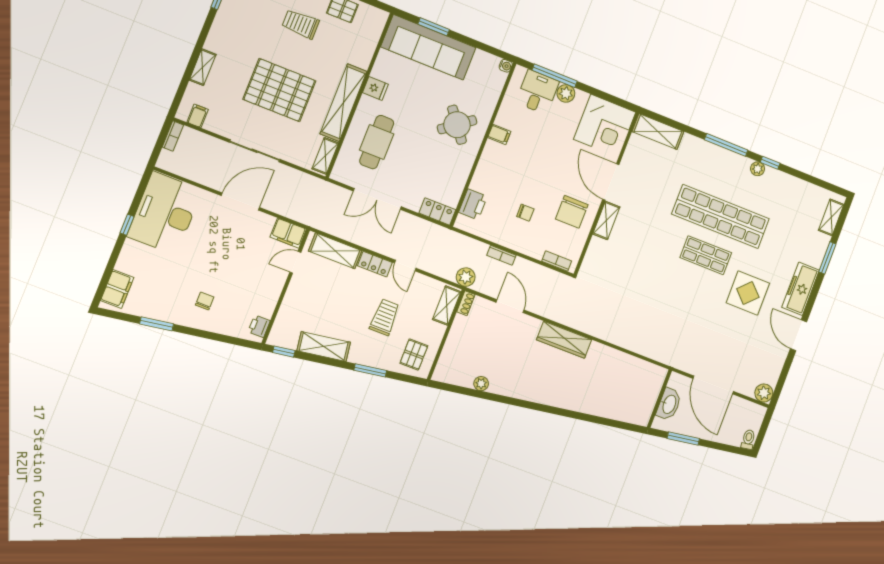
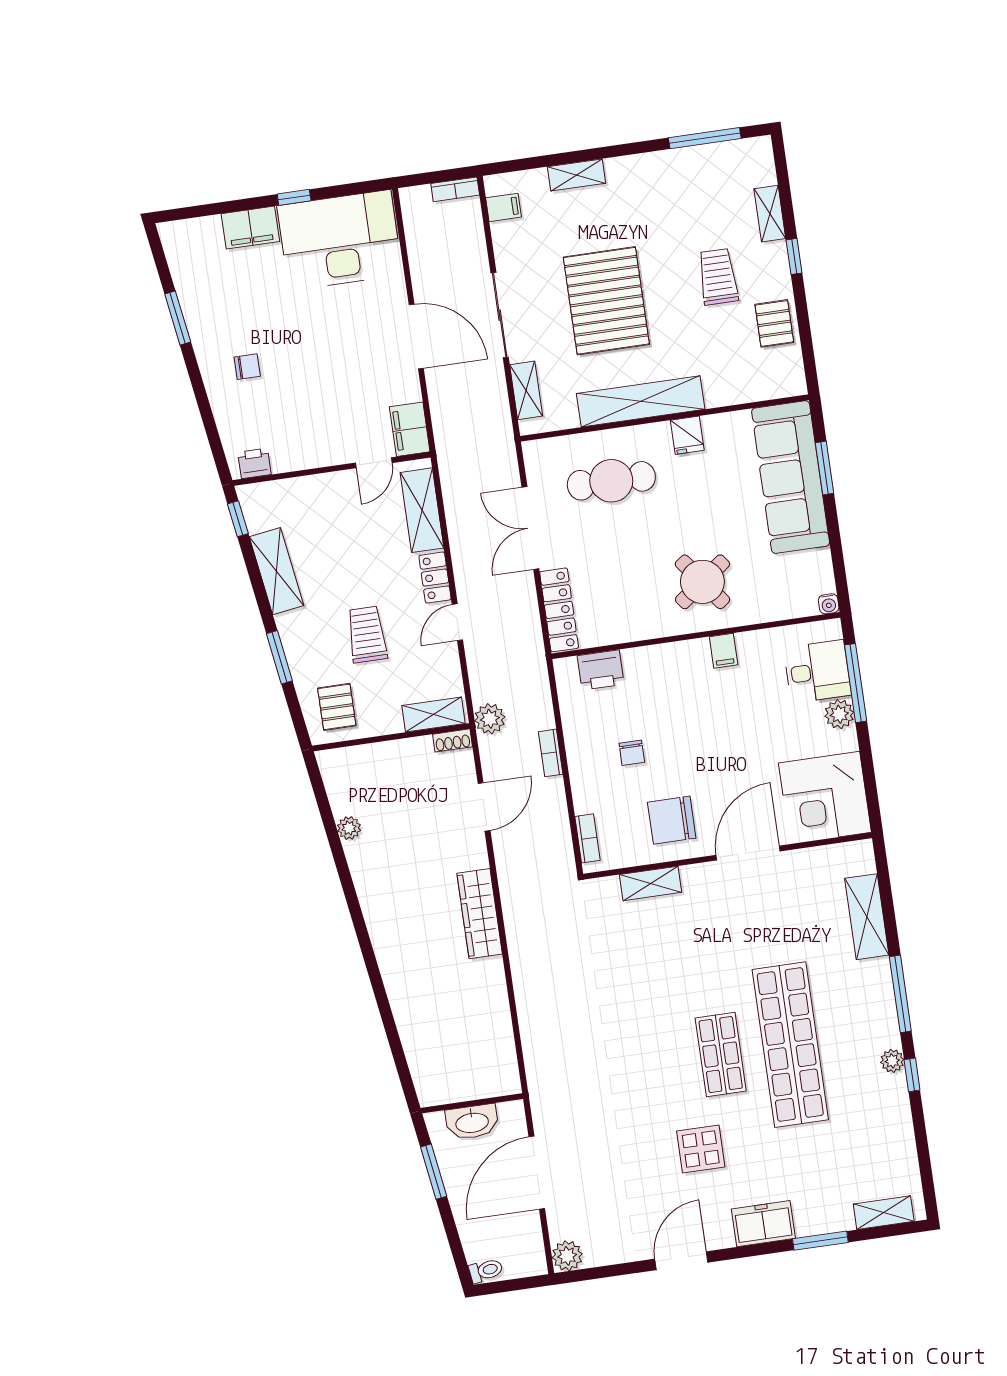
shelving: (658, 132) -> (867, 917), moved
shelving: (325, 156) -> (526, 390), moved, turned 90
locker: (437, 211) -> (559, 610), width x1.53
shelving: (606, 220) -> (651, 883), moved
door: (295, 262) -> (374, 463), swing flipped
filing cabinet: (117, 289) -> (250, 228), moved
freezer: (801, 289) -> (763, 1224), width x0.71
display table: (748, 293) -> (701, 1149), width x0.73, depth x0.73
trolley: (385, 317) -> (367, 634), turned -90
pallet: (414, 355) -> (337, 707), turned 90

